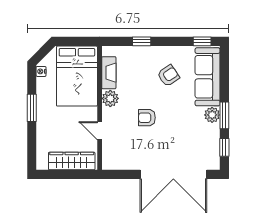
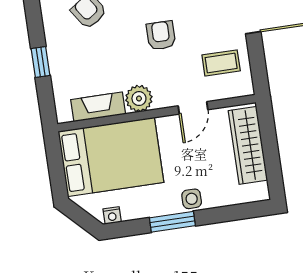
armchair: (147, 118) -> (161, 35), turned 180
side table: (44, 122) -> (192, 199), added
coffee table: (125, 152) -> (221, 63), added

